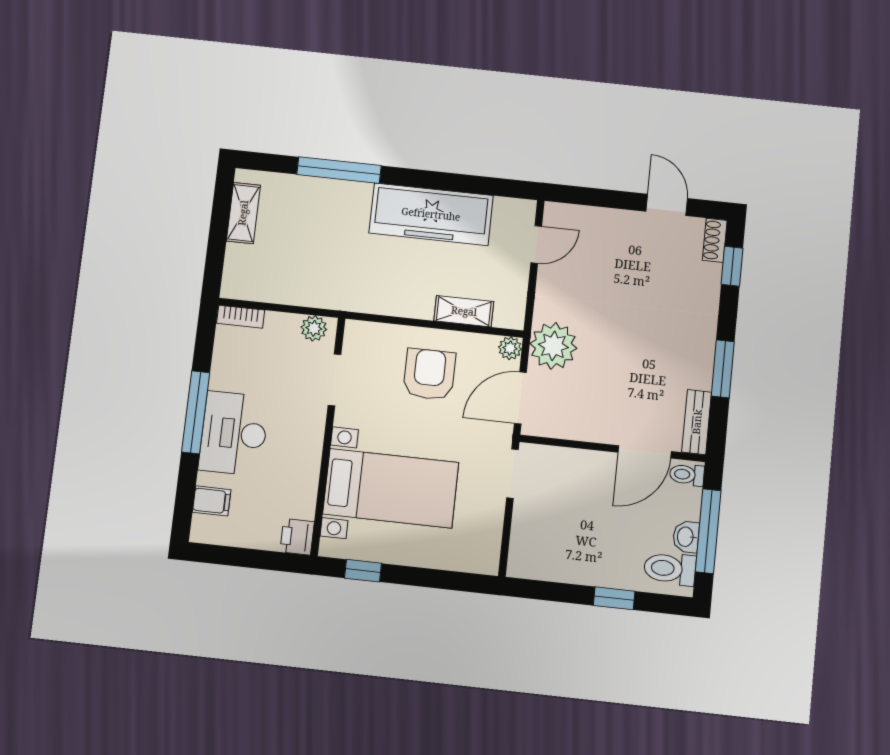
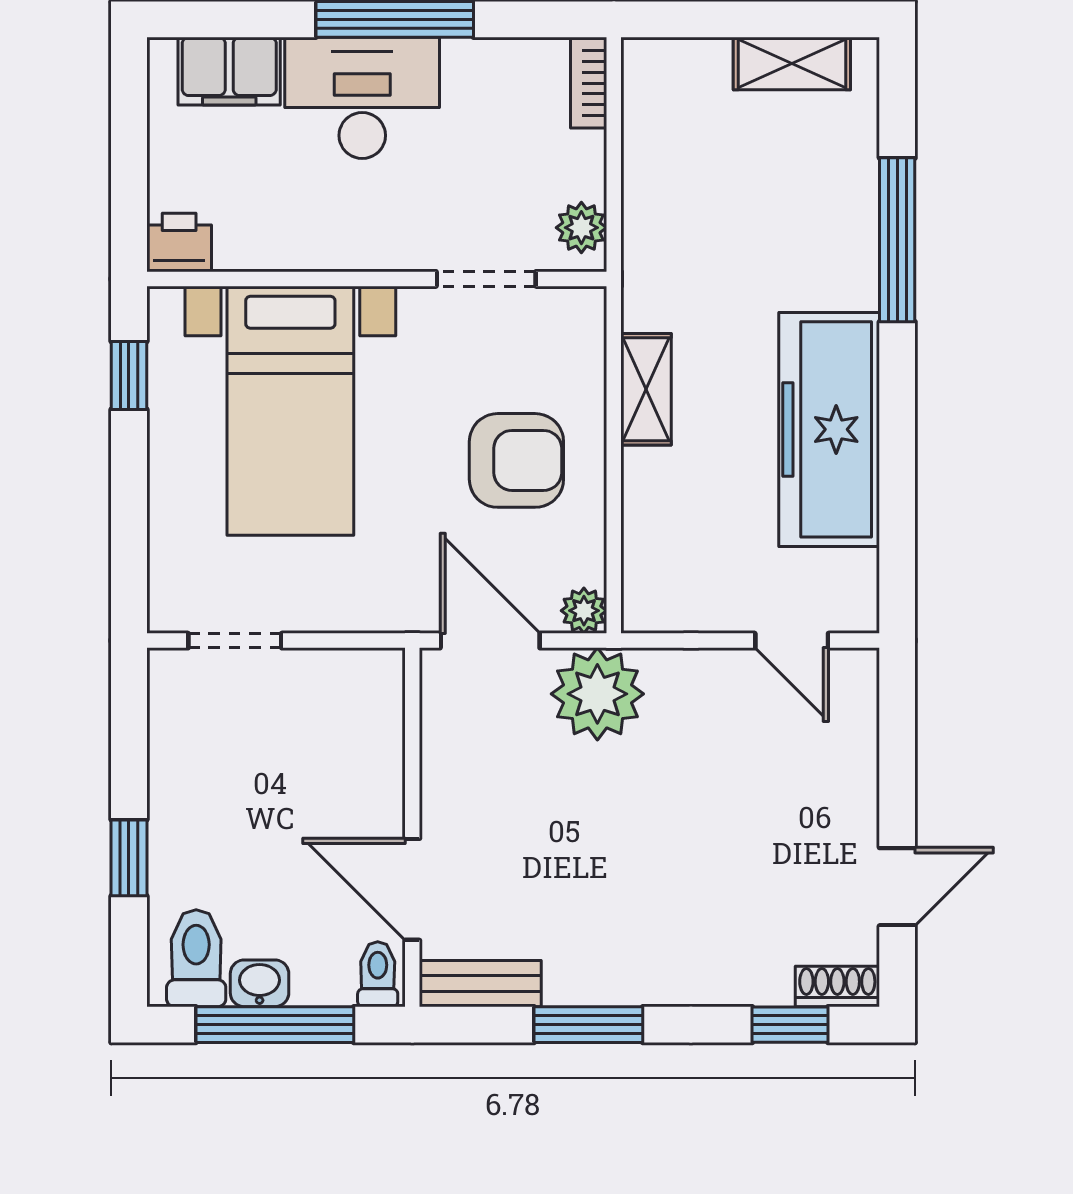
shelving: (464, 311) -> (646, 389), moved
doorway: (512, 474) -> (235, 641), moved
filing cabinet: (212, 501) -> (229, 71), width x2.00

